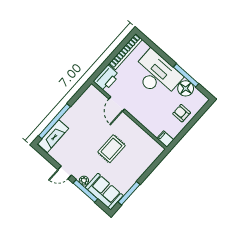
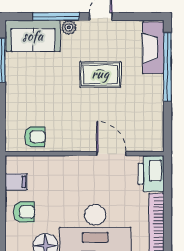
filing cabinet: (165, 139) -> (16, 182), moved
armchair: (145, 144) -> (35, 137), added
rug: (111, 149) -> (100, 74), moved, turned 90

